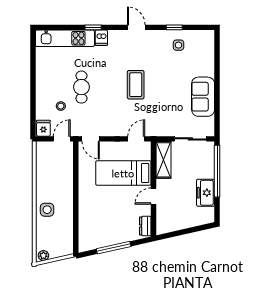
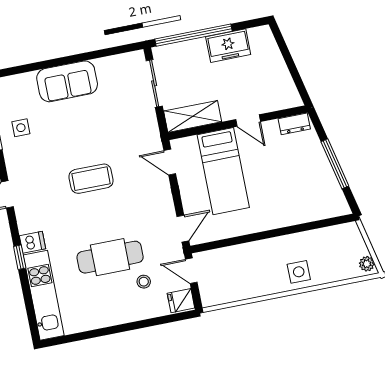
cafe table: (81, 87) -> (110, 257), width x1.37, depth x1.35
sofa: (203, 97) -> (67, 81), moved

